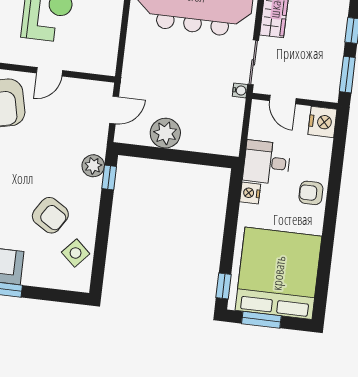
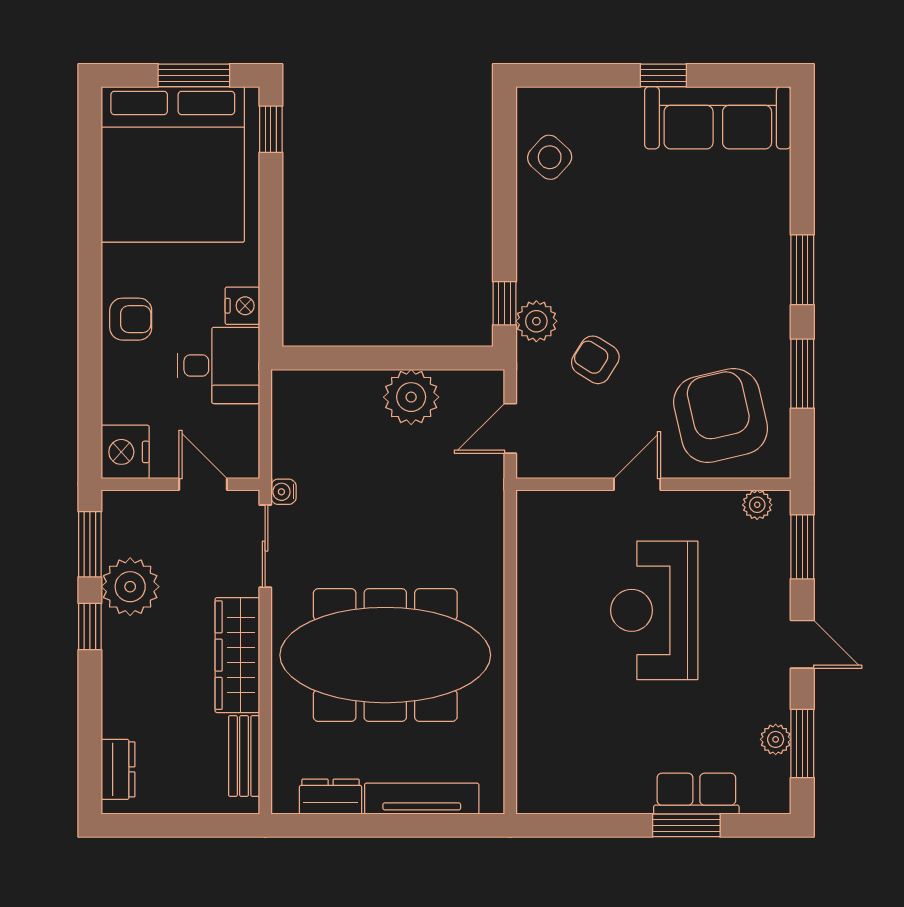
plant: (328, 49) -> (130, 587), added
armchair: (50, 215) -> (595, 360), moved, width x0.72, depth x0.72

